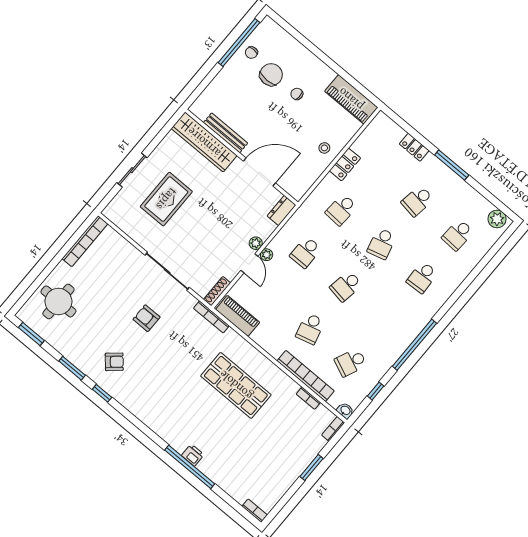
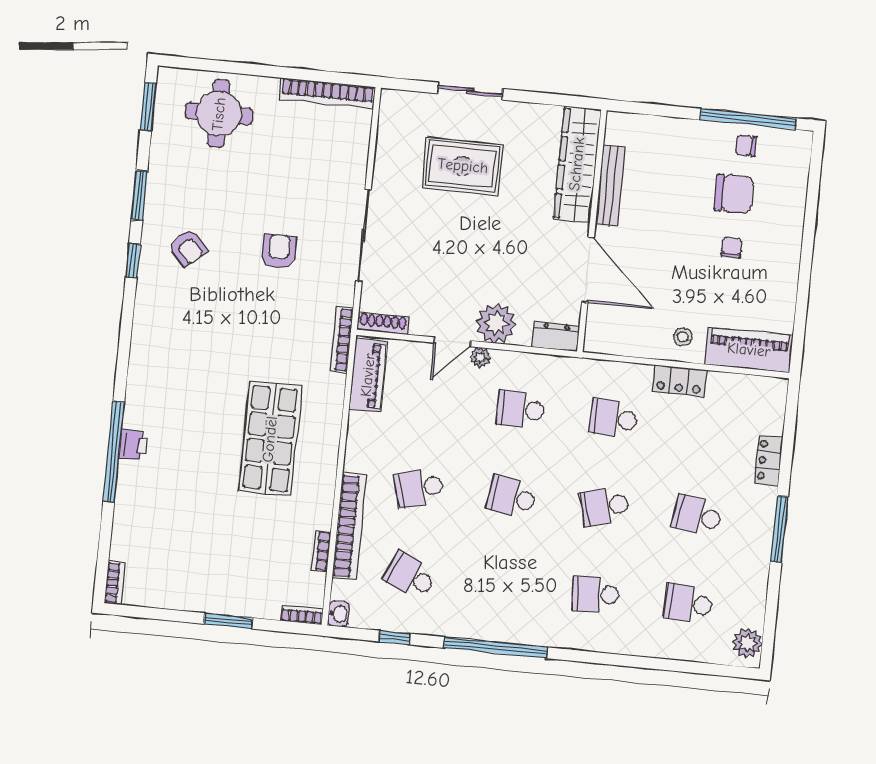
piano: (351, 99) -> (749, 350), moved, turned 90
plant: (256, 243) -> (496, 323), width x1.88, depth x1.88

